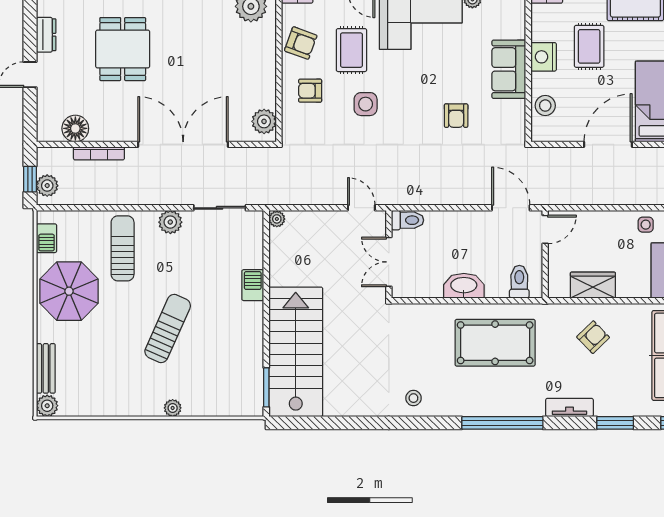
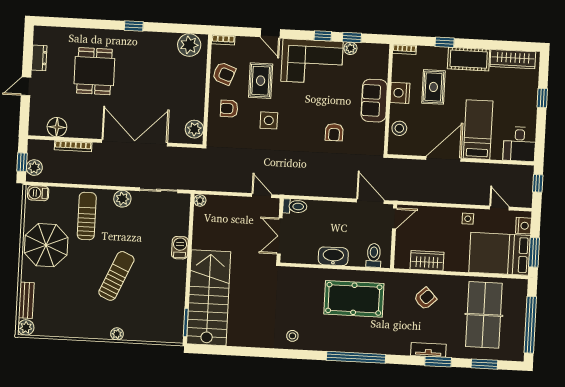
barbecue: (46, 238) -> (38, 193), moved, turned 90
tv unit: (569, 407) -> (428, 350), moved

